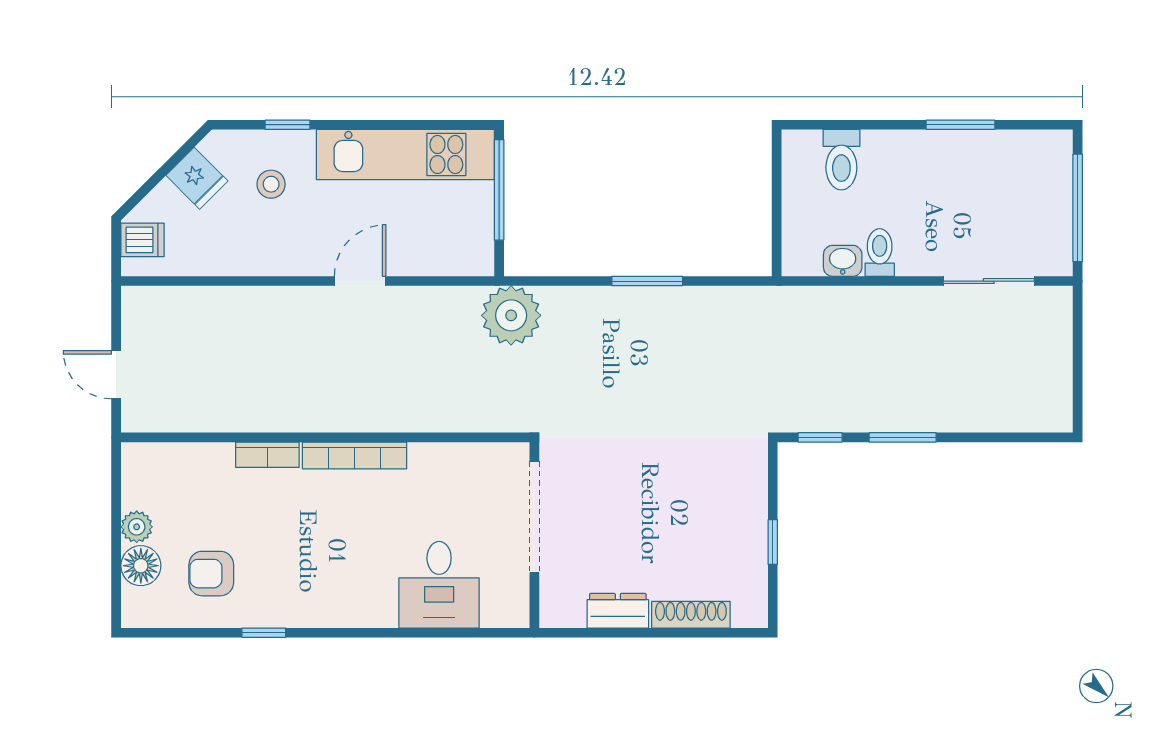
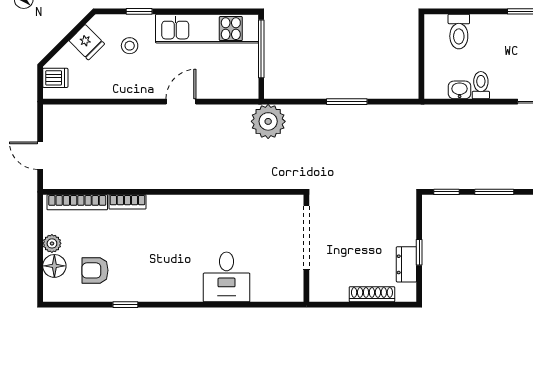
bookcase: (355, 455) -> (77, 202), moved
doorway: (534, 517) -> (306, 238), moved
wall: (534, 535) -> (306, 248), moved
dresser: (618, 611) -> (406, 264), moved, turned -90

